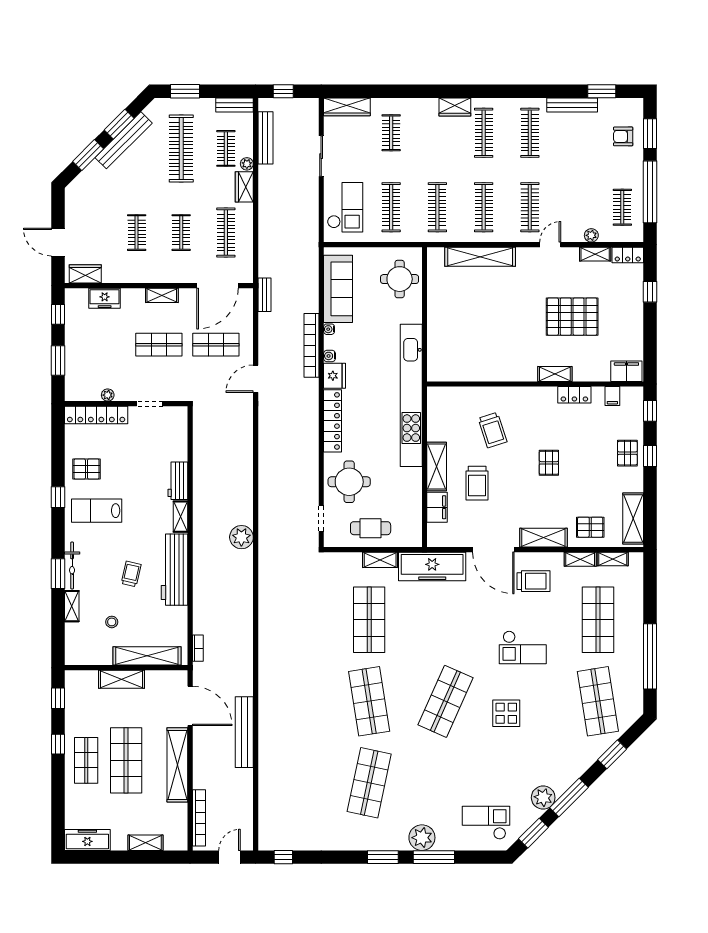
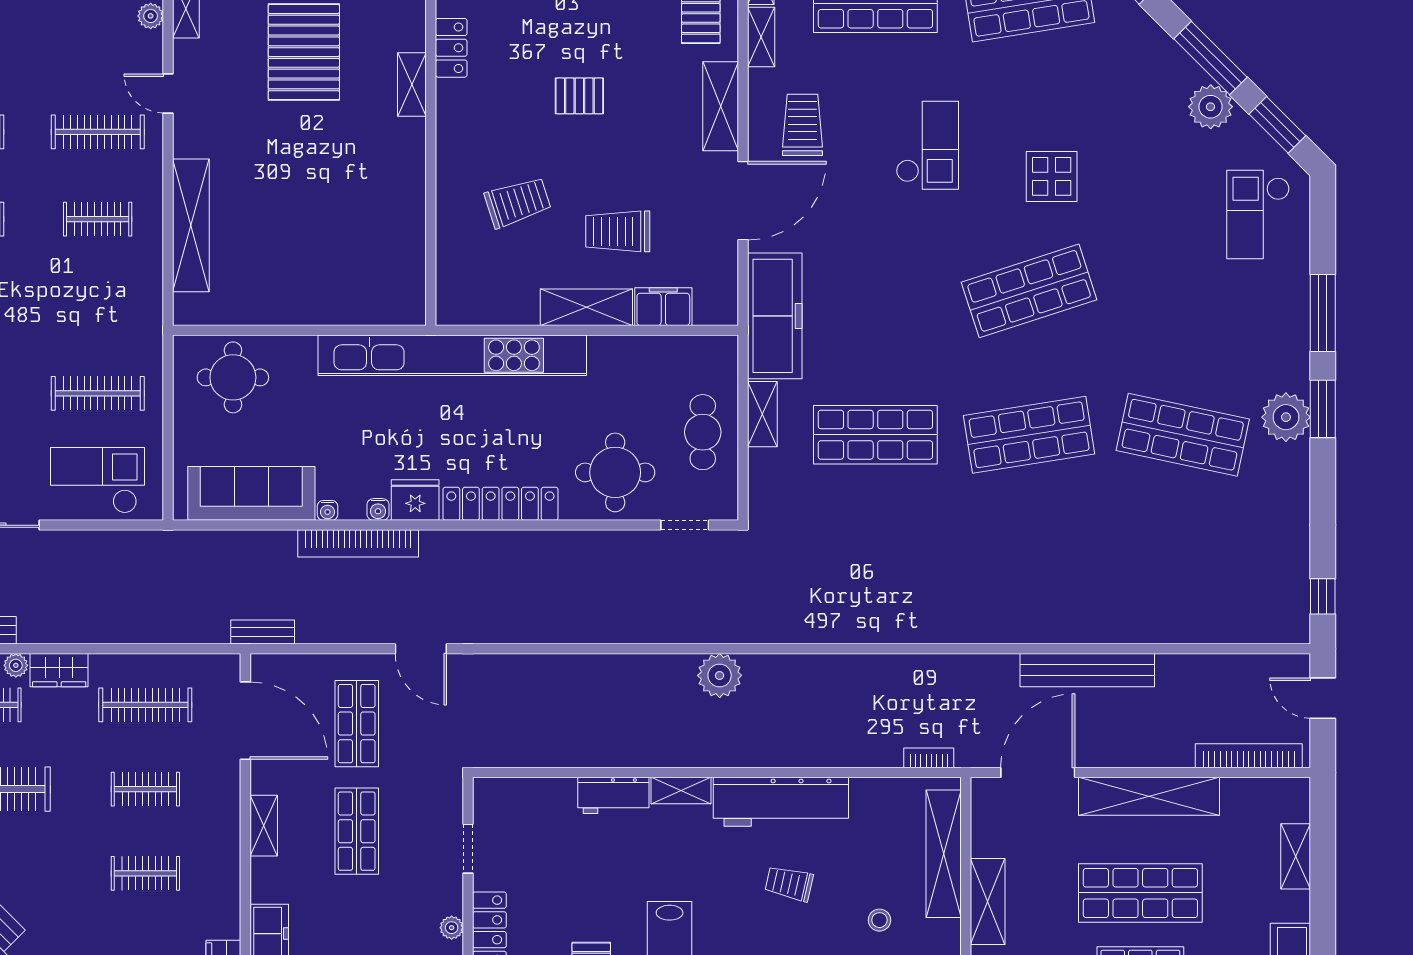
clothes rail: (437, 207) -> (98, 306), removed
clothes rail: (484, 207) -> (98, 219), width x0.73
trolley: (477, 483) -> (618, 231), turned 180
shop shelf: (445, 701) -> (1029, 291), turned -42
plant: (422, 838) -> (1286, 417), moved

